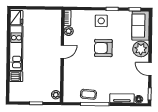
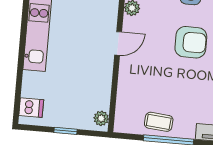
armchair: (103, 48) -> (191, 42), turned 180
dishwasher: (16, 77) -> (31, 108), moved

